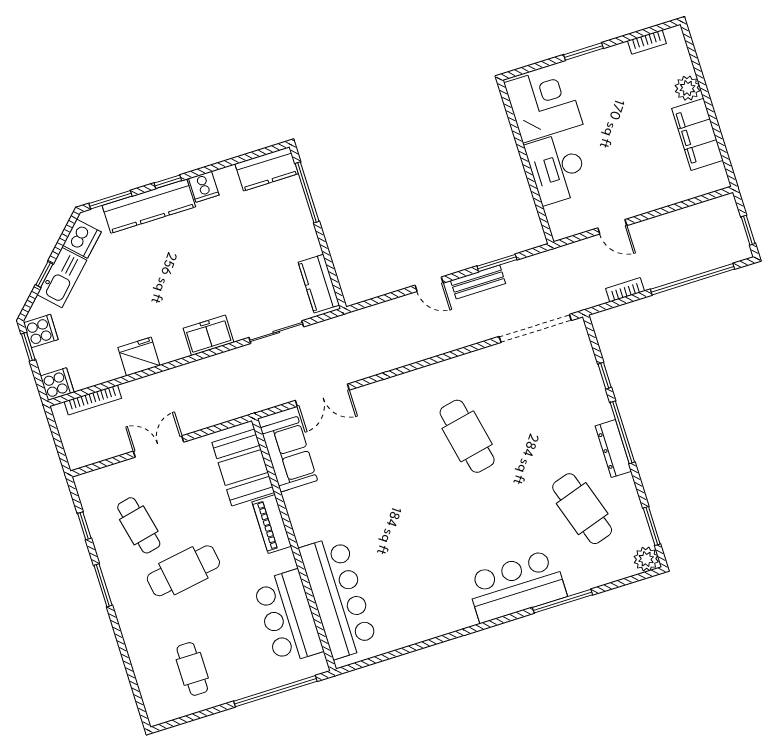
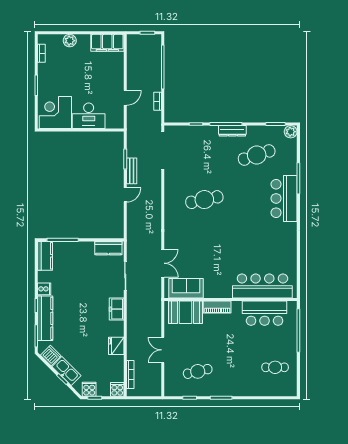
filing cabinet: (697, 134) -> (107, 43), moved
cafe table: (183, 571) -> (226, 357), removed

